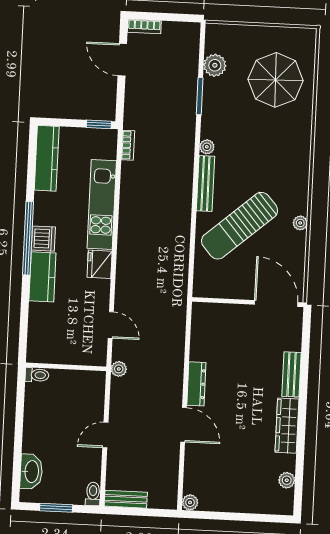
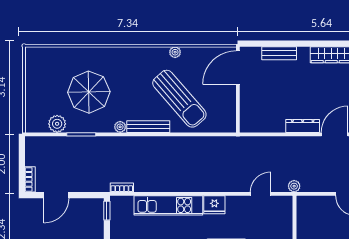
parasol: (276, 80) -> (89, 92), moved
bench: (292, 374) -> (279, 53), moved

